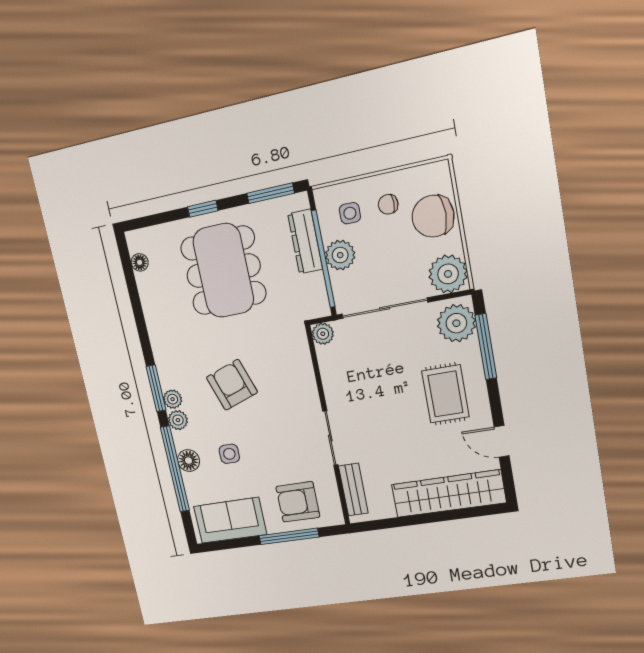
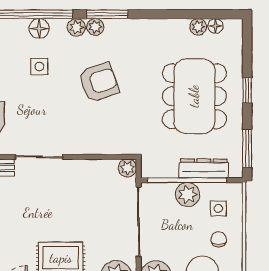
dining table: (223, 271) -> (194, 96), turned 90
plant: (145, 283) -> (198, 27), added

